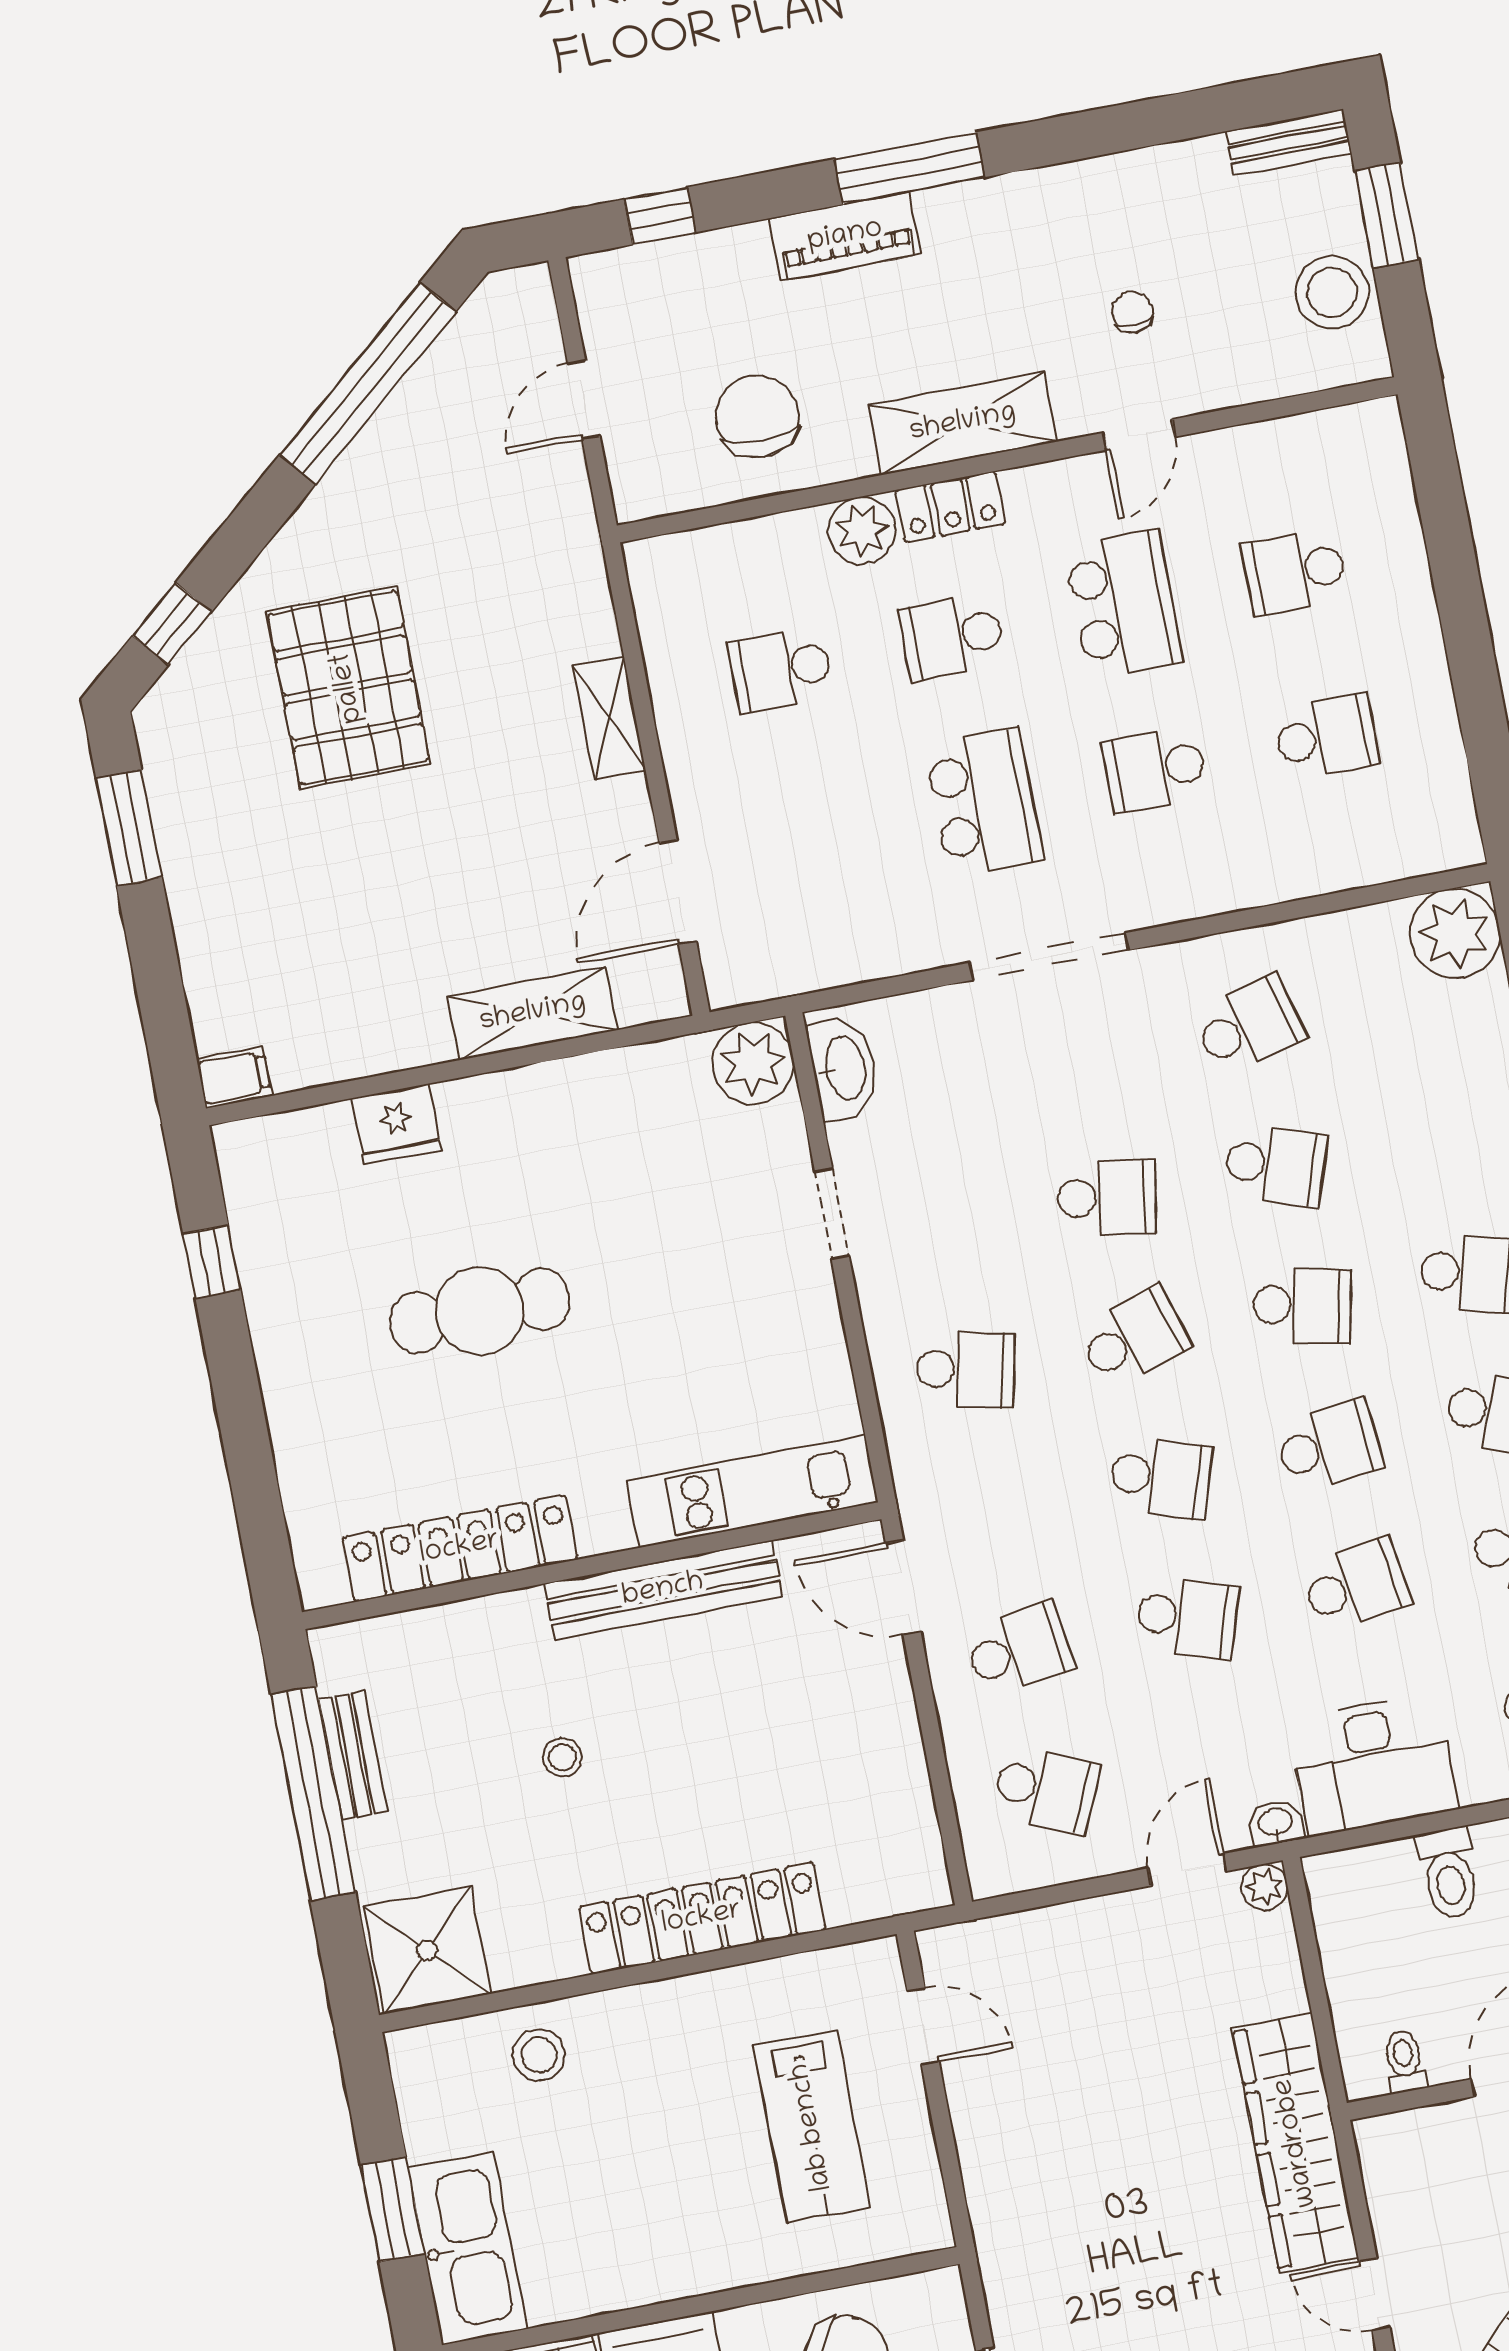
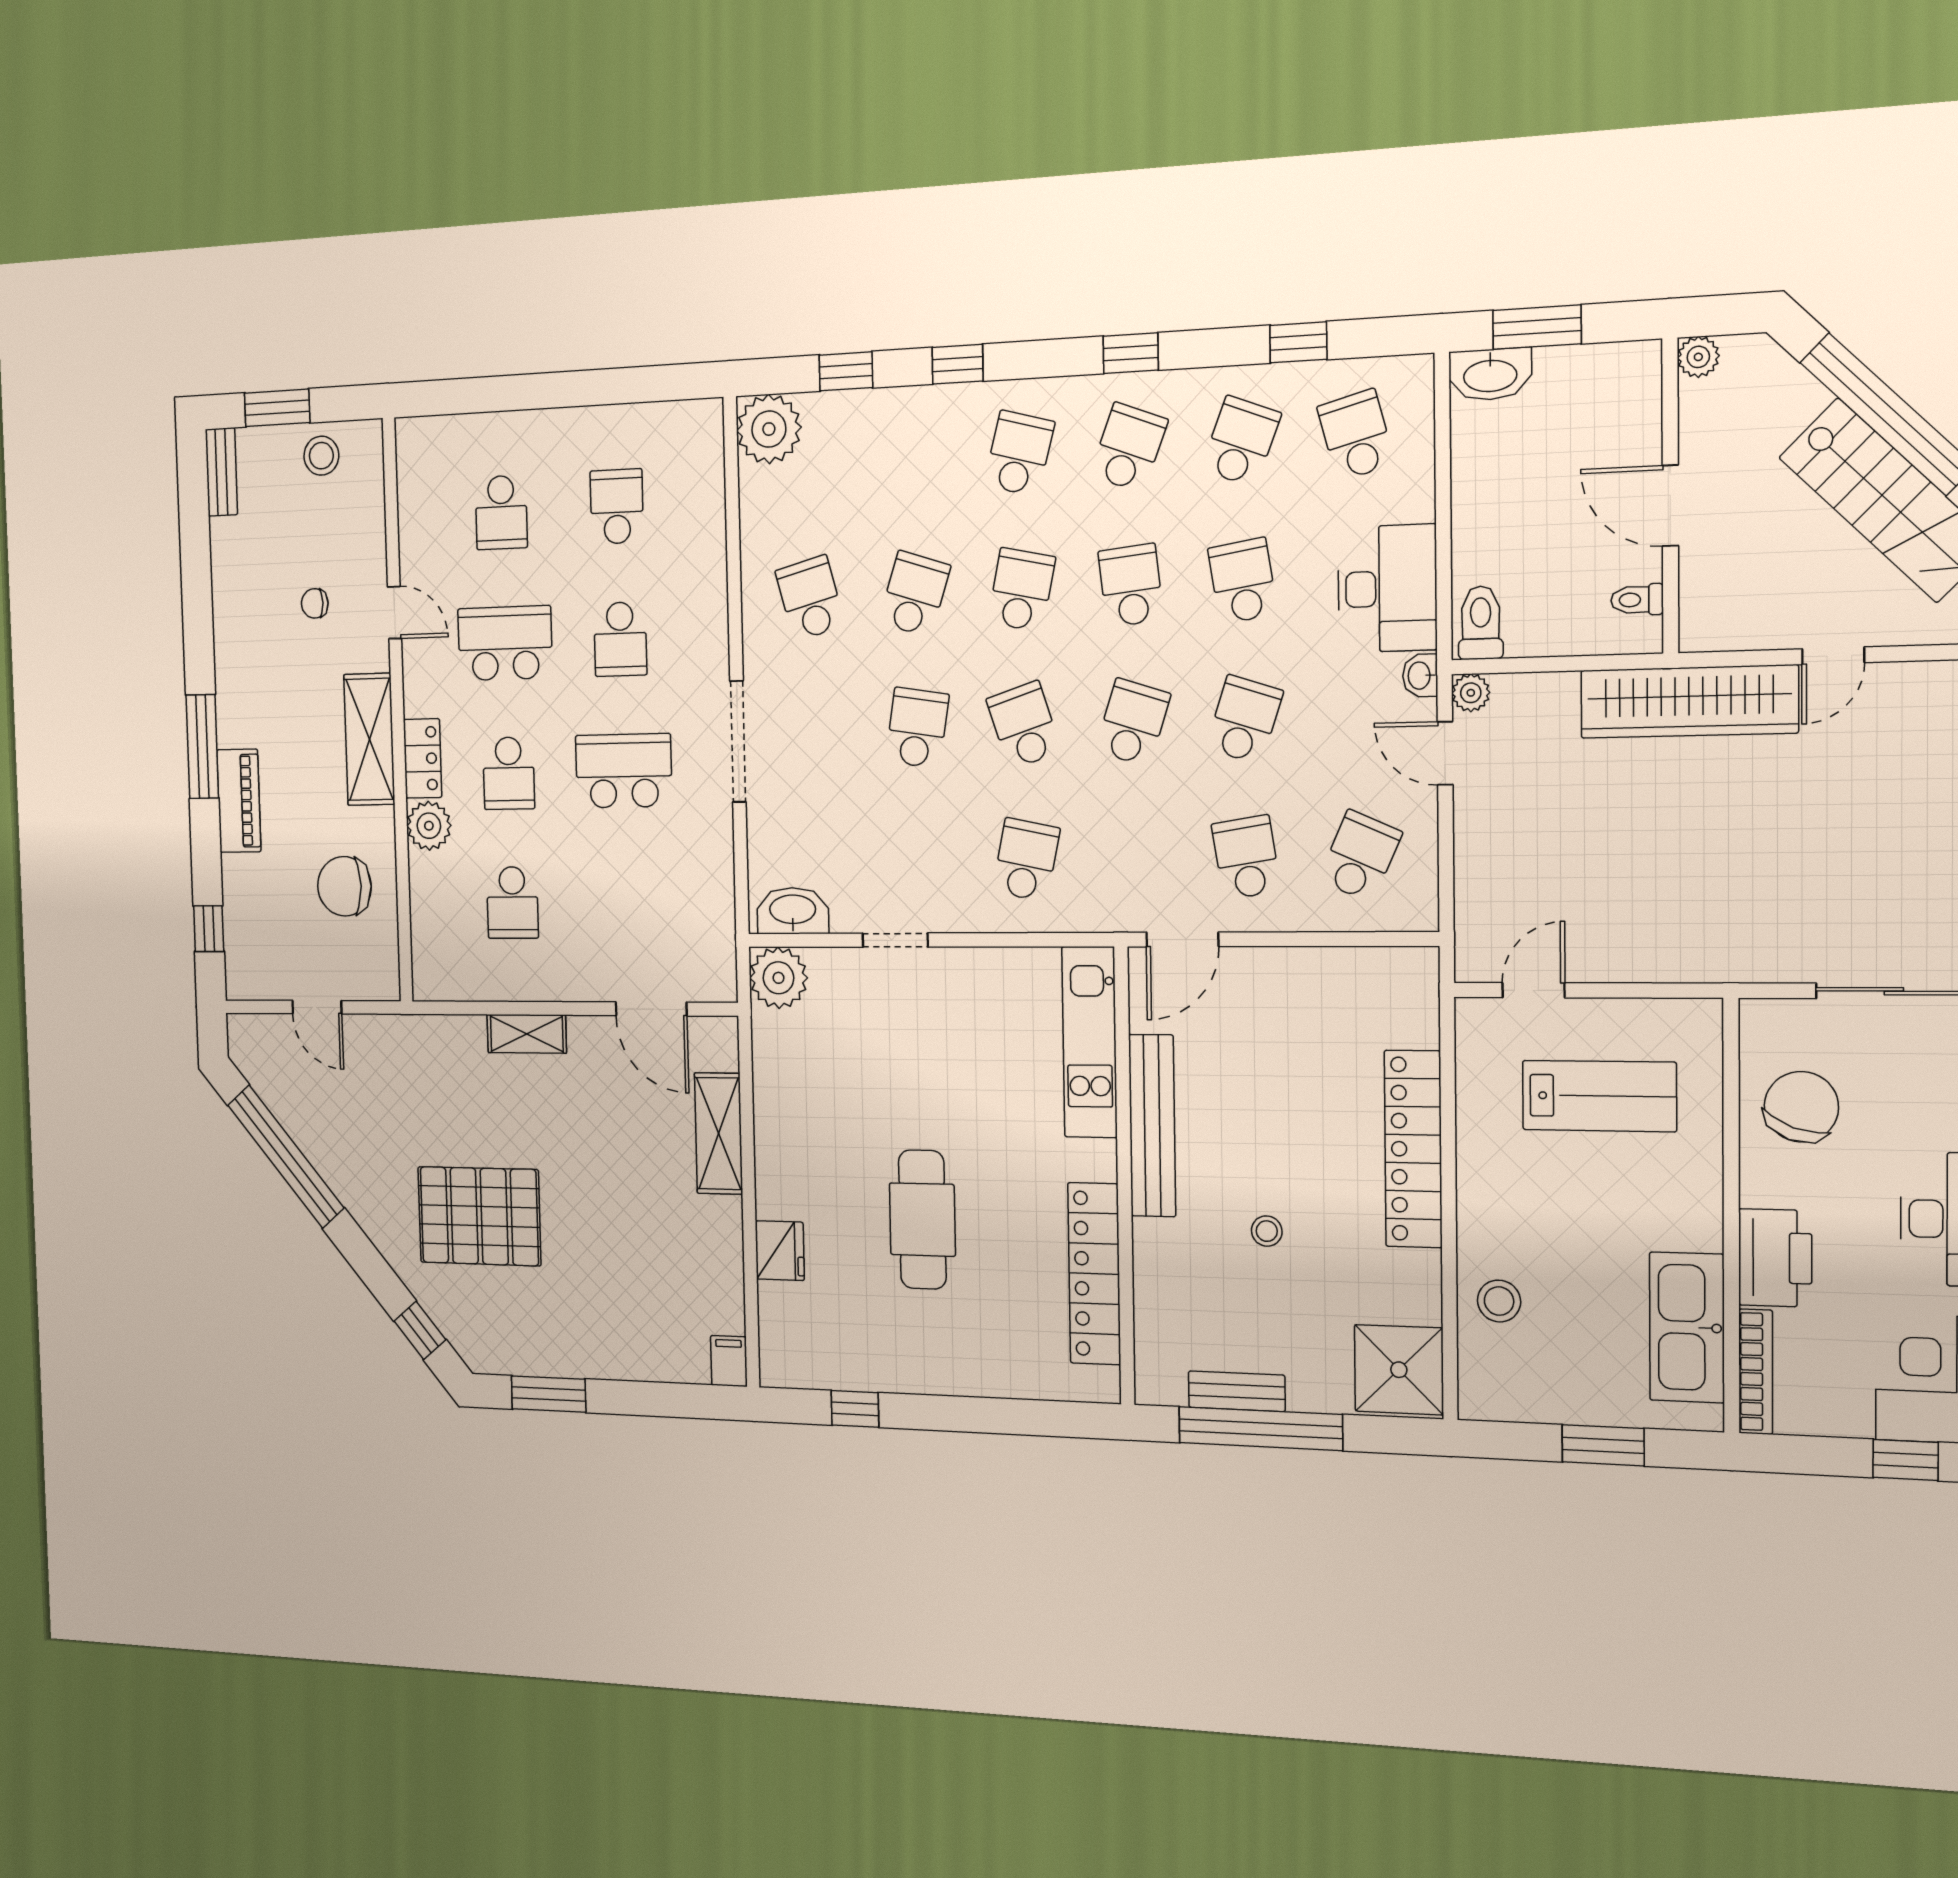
stool: (1332, 292) -> (321, 456), width x0.73, depth x0.73
toilet: (1449, 1873) -> (1481, 623), moved, turned -90
kitchen sink: (467, 2248) -> (1687, 1327), moved, turned -90

